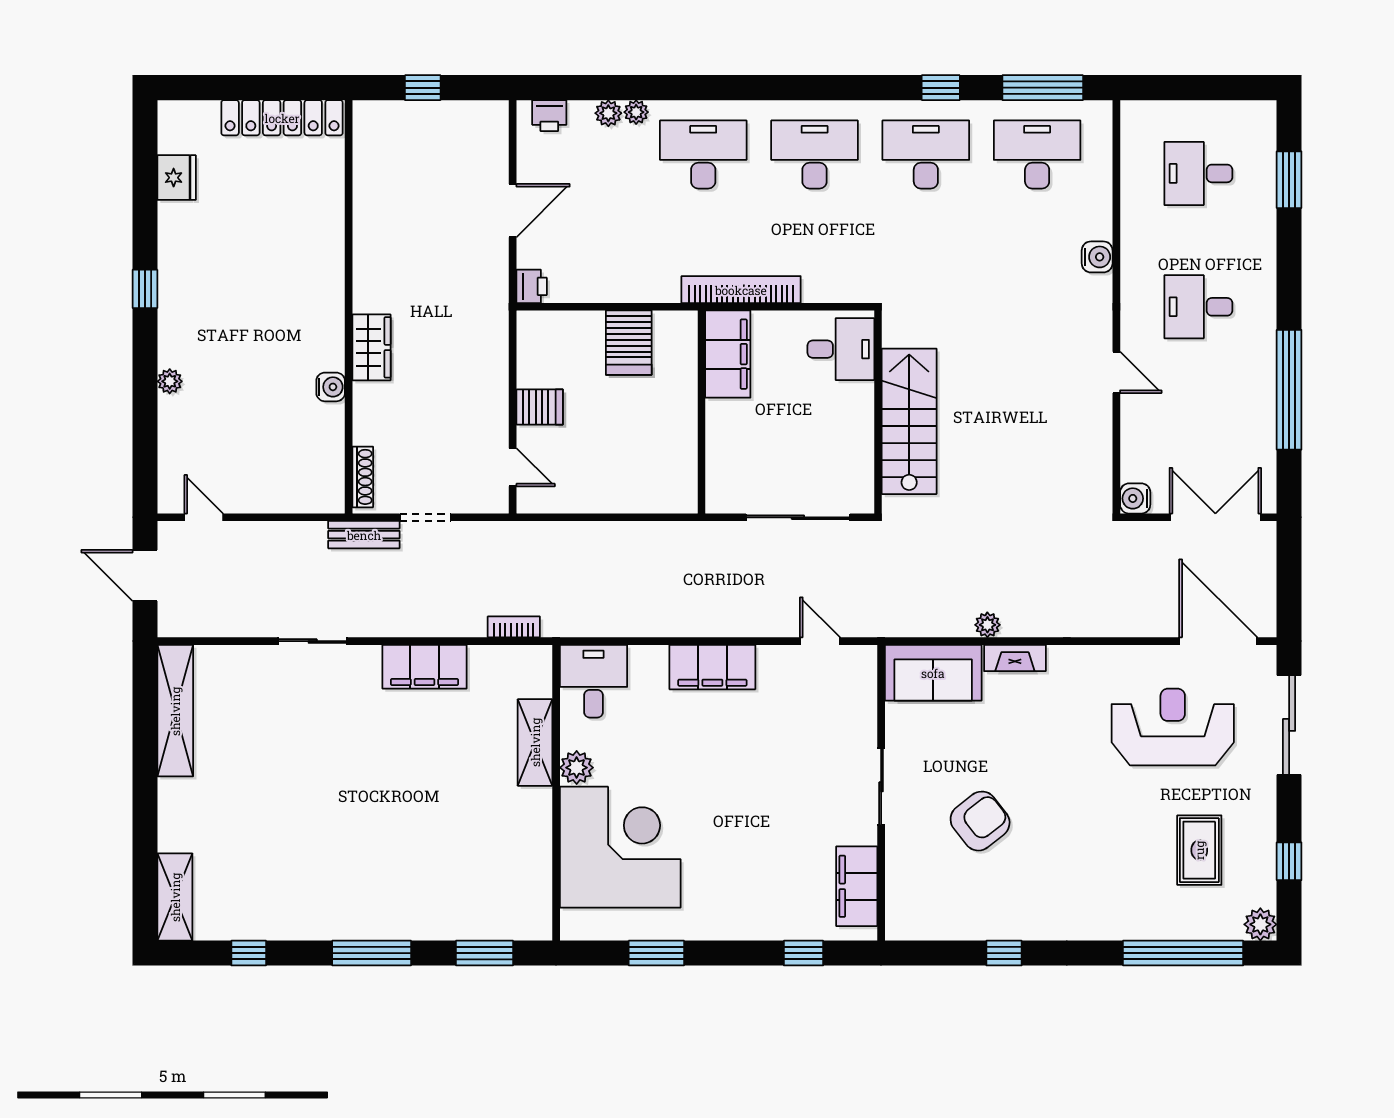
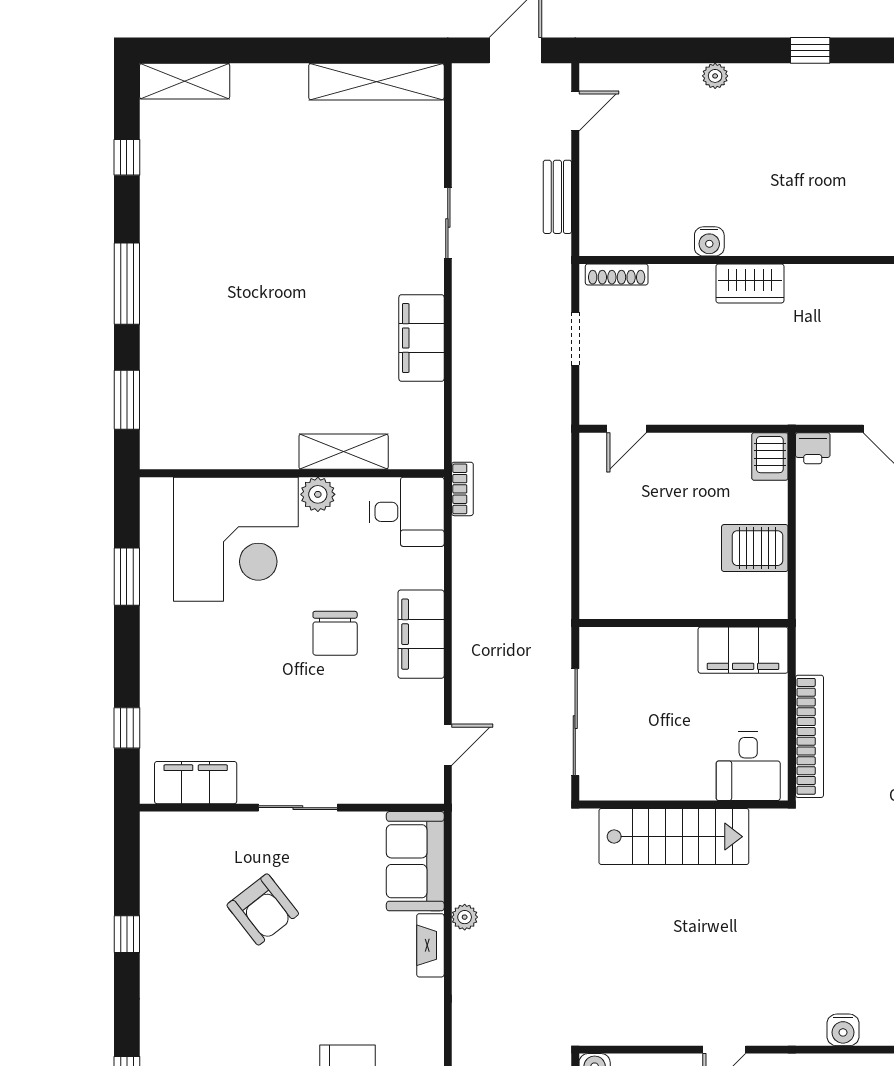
bookcase: (741, 290) -> (809, 736), moved
server rack: (540, 407) -> (770, 457), moved
bench: (364, 535) -> (557, 197), moved
bookcase: (514, 627) -> (462, 489), moved
chair: (712, 751) -> (335, 633), added

